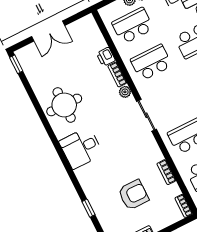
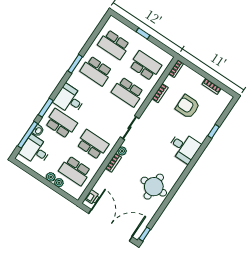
double door: (48, 31) -> (110, 225), width x1.87
printer: (106, 57) -> (92, 197), moved
school desk: (151, 63) -> (93, 144), turned 180
desk: (81, 148) -> (184, 147), moved

